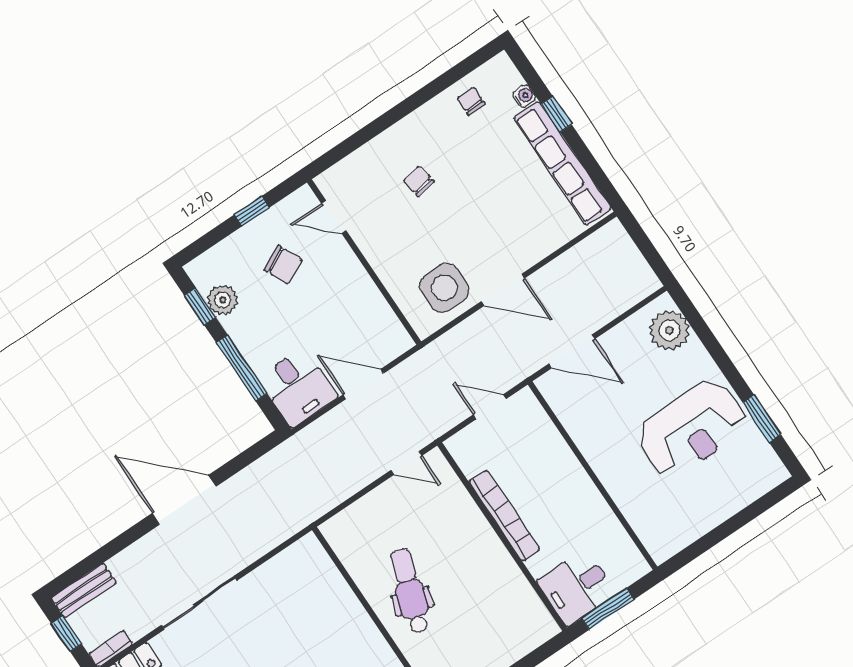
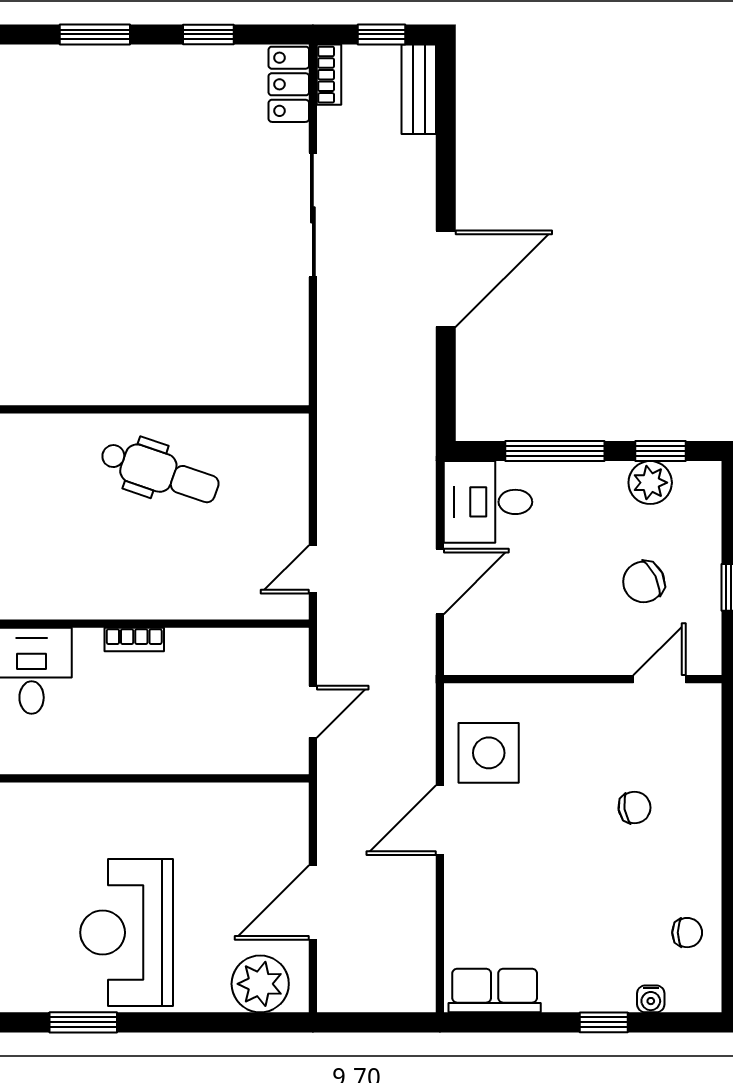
row of seats: (562, 163) -> (495, 990), width x0.50
door: (572, 351) -> (313, 902), moved
bookcase: (505, 516) -> (134, 639), width x0.43, depth x0.76

